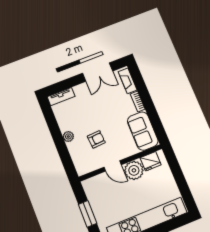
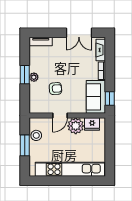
window: (158, 127) -> (110, 98), added
window: (58, 138) -> (25, 75), added
door: (113, 166) -> (60, 115), hinge flipped
stool: (96, 198) -> (36, 135), added

